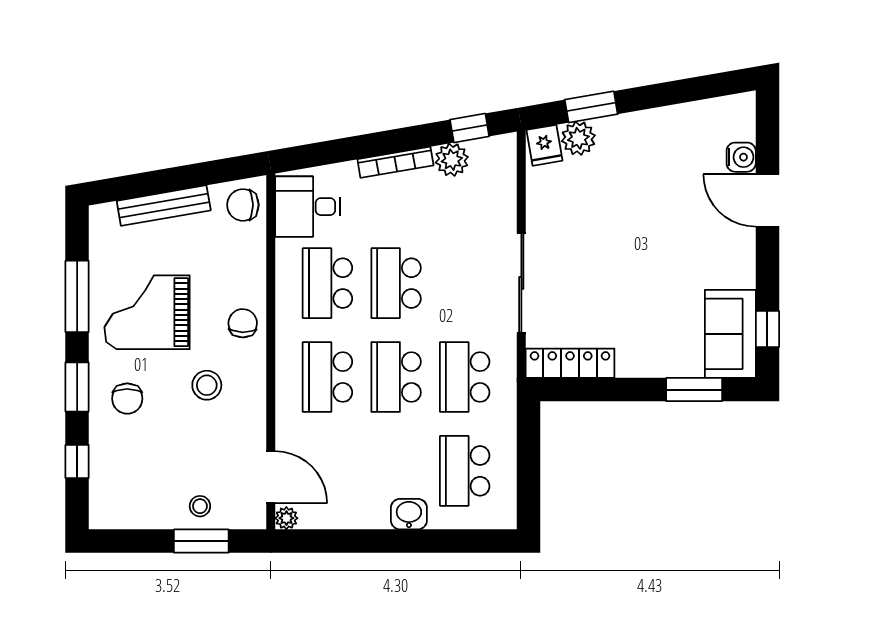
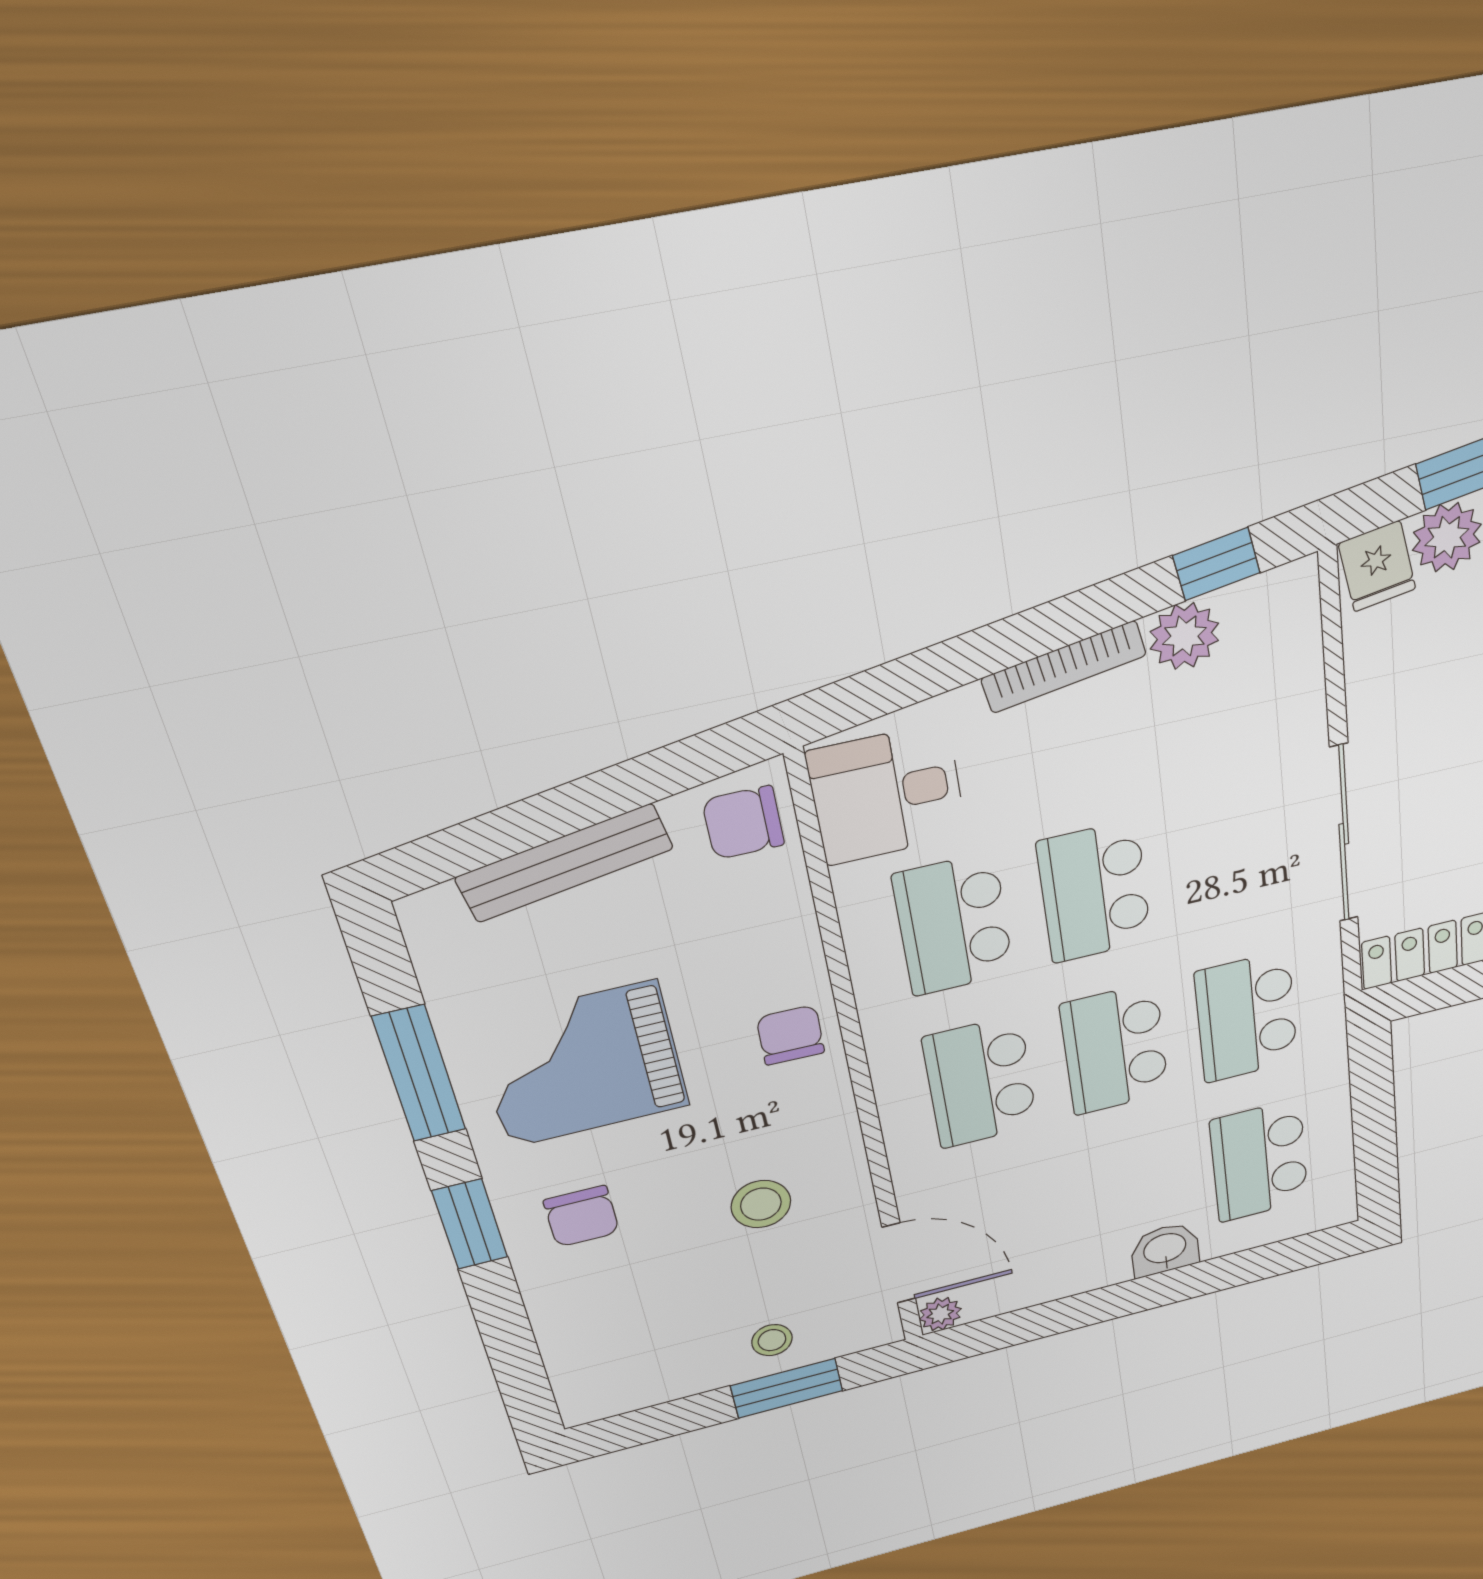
stool: (207, 385) -> (761, 1204), moved
window: (77, 462) -> (508, 1338), removed

